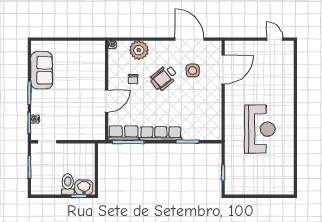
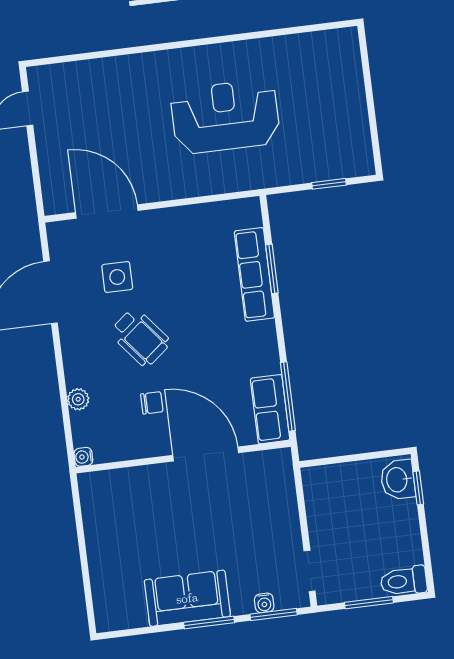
plant: (139, 50) -> (78, 399), width x0.53, depth x0.53
sofa: (42, 70) -> (187, 598), moved
door: (107, 101) -> (206, 454), width x1.36
row of seats: (161, 133) -> (254, 274), moved
toilet: (68, 184) -> (404, 581), moved

